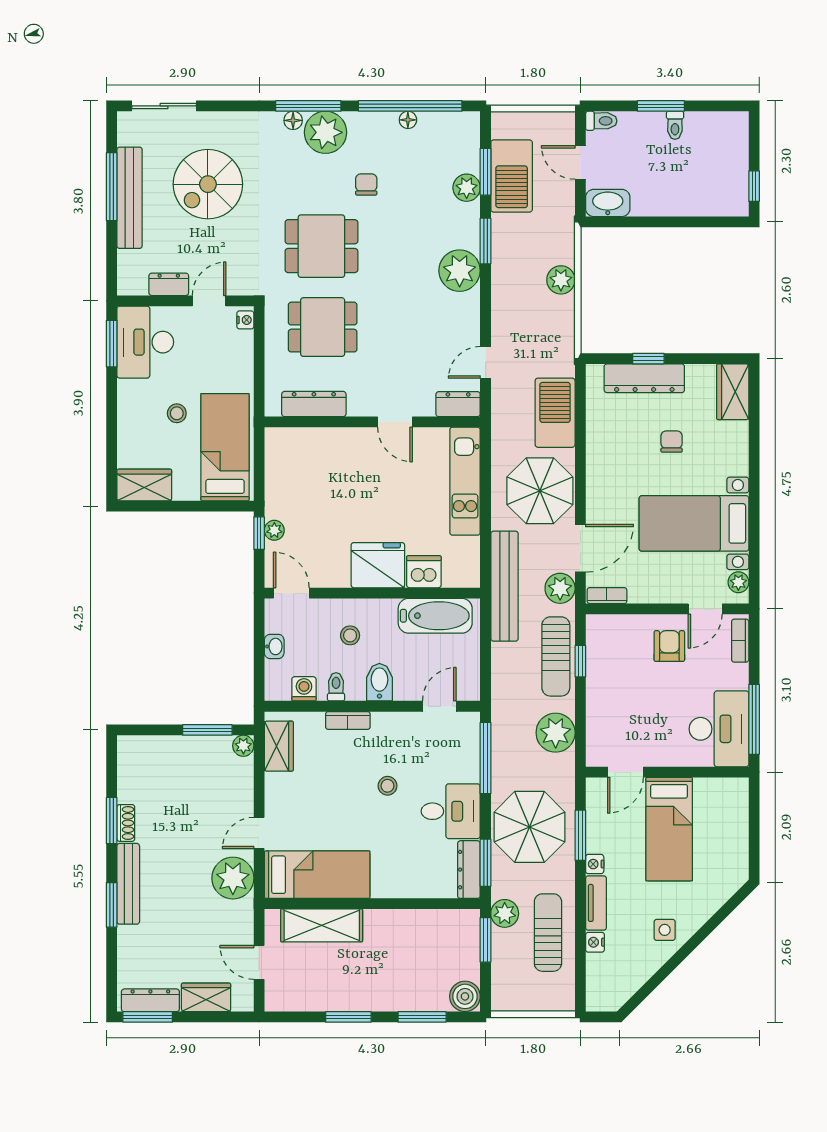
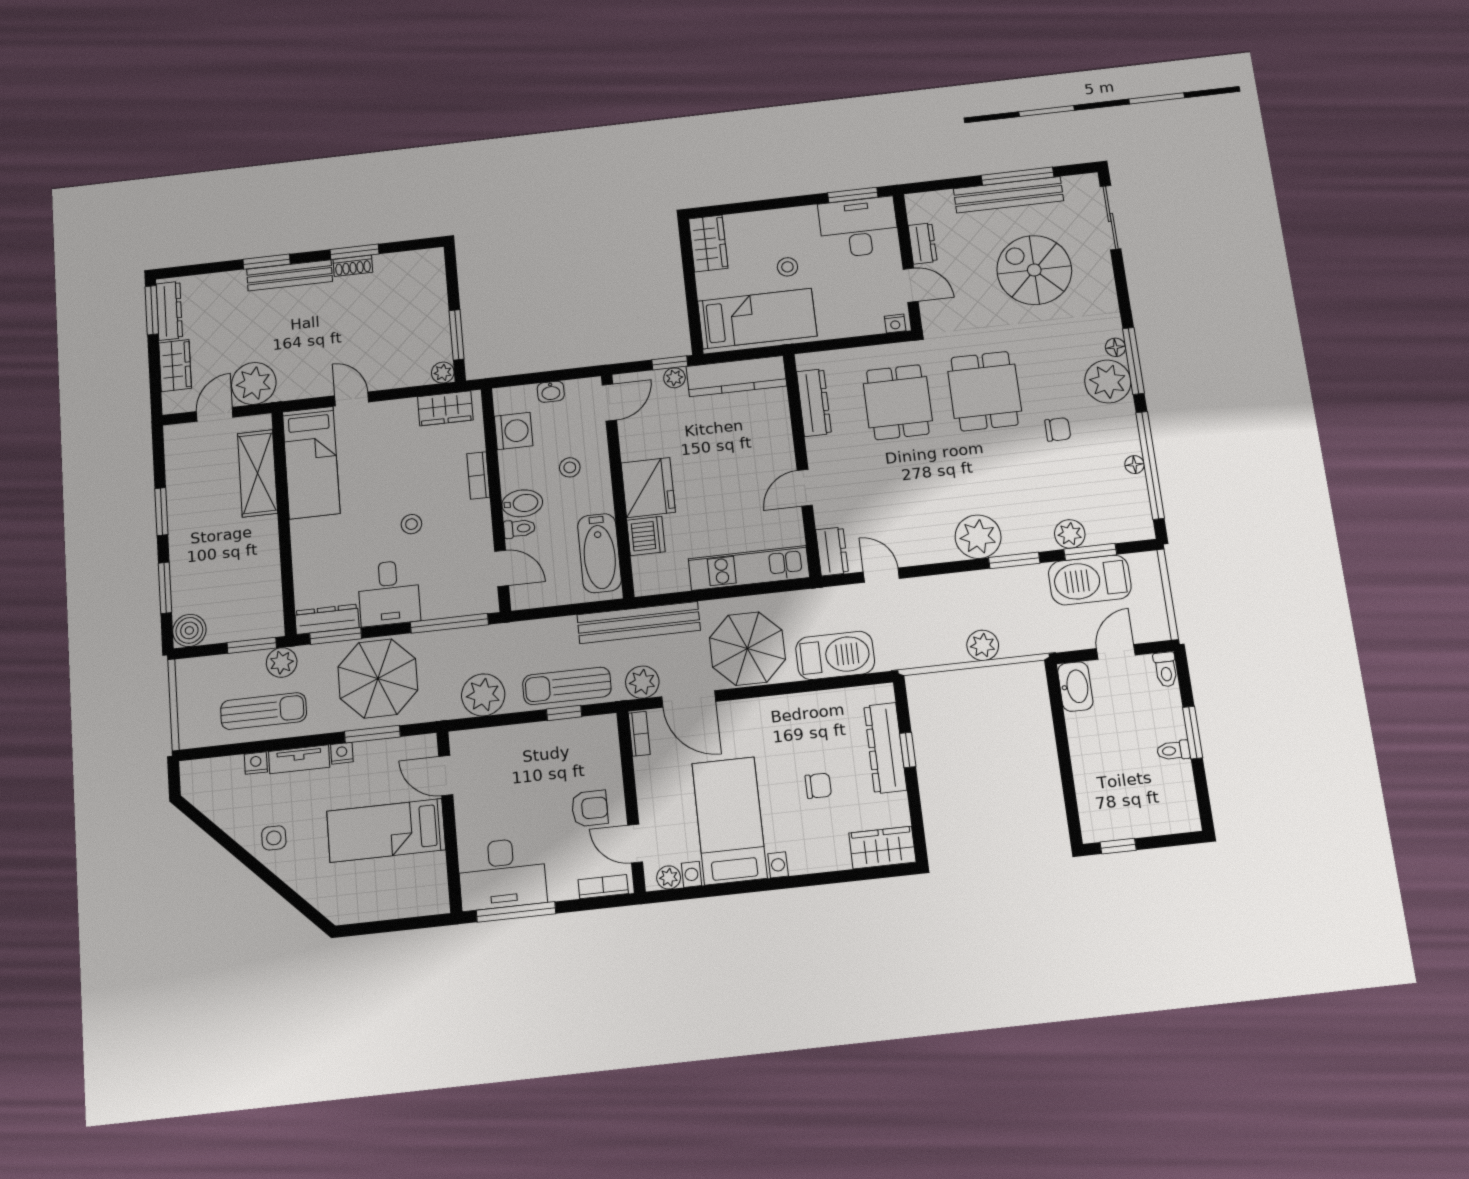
kitchen counter: (280, 473) -> (736, 376), added
toilet: (336, 687) -> (519, 528), moved
washing machine: (304, 689) -> (514, 431), width x1.38, depth x1.38
plant: (233, 878) -> (254, 383), moved

